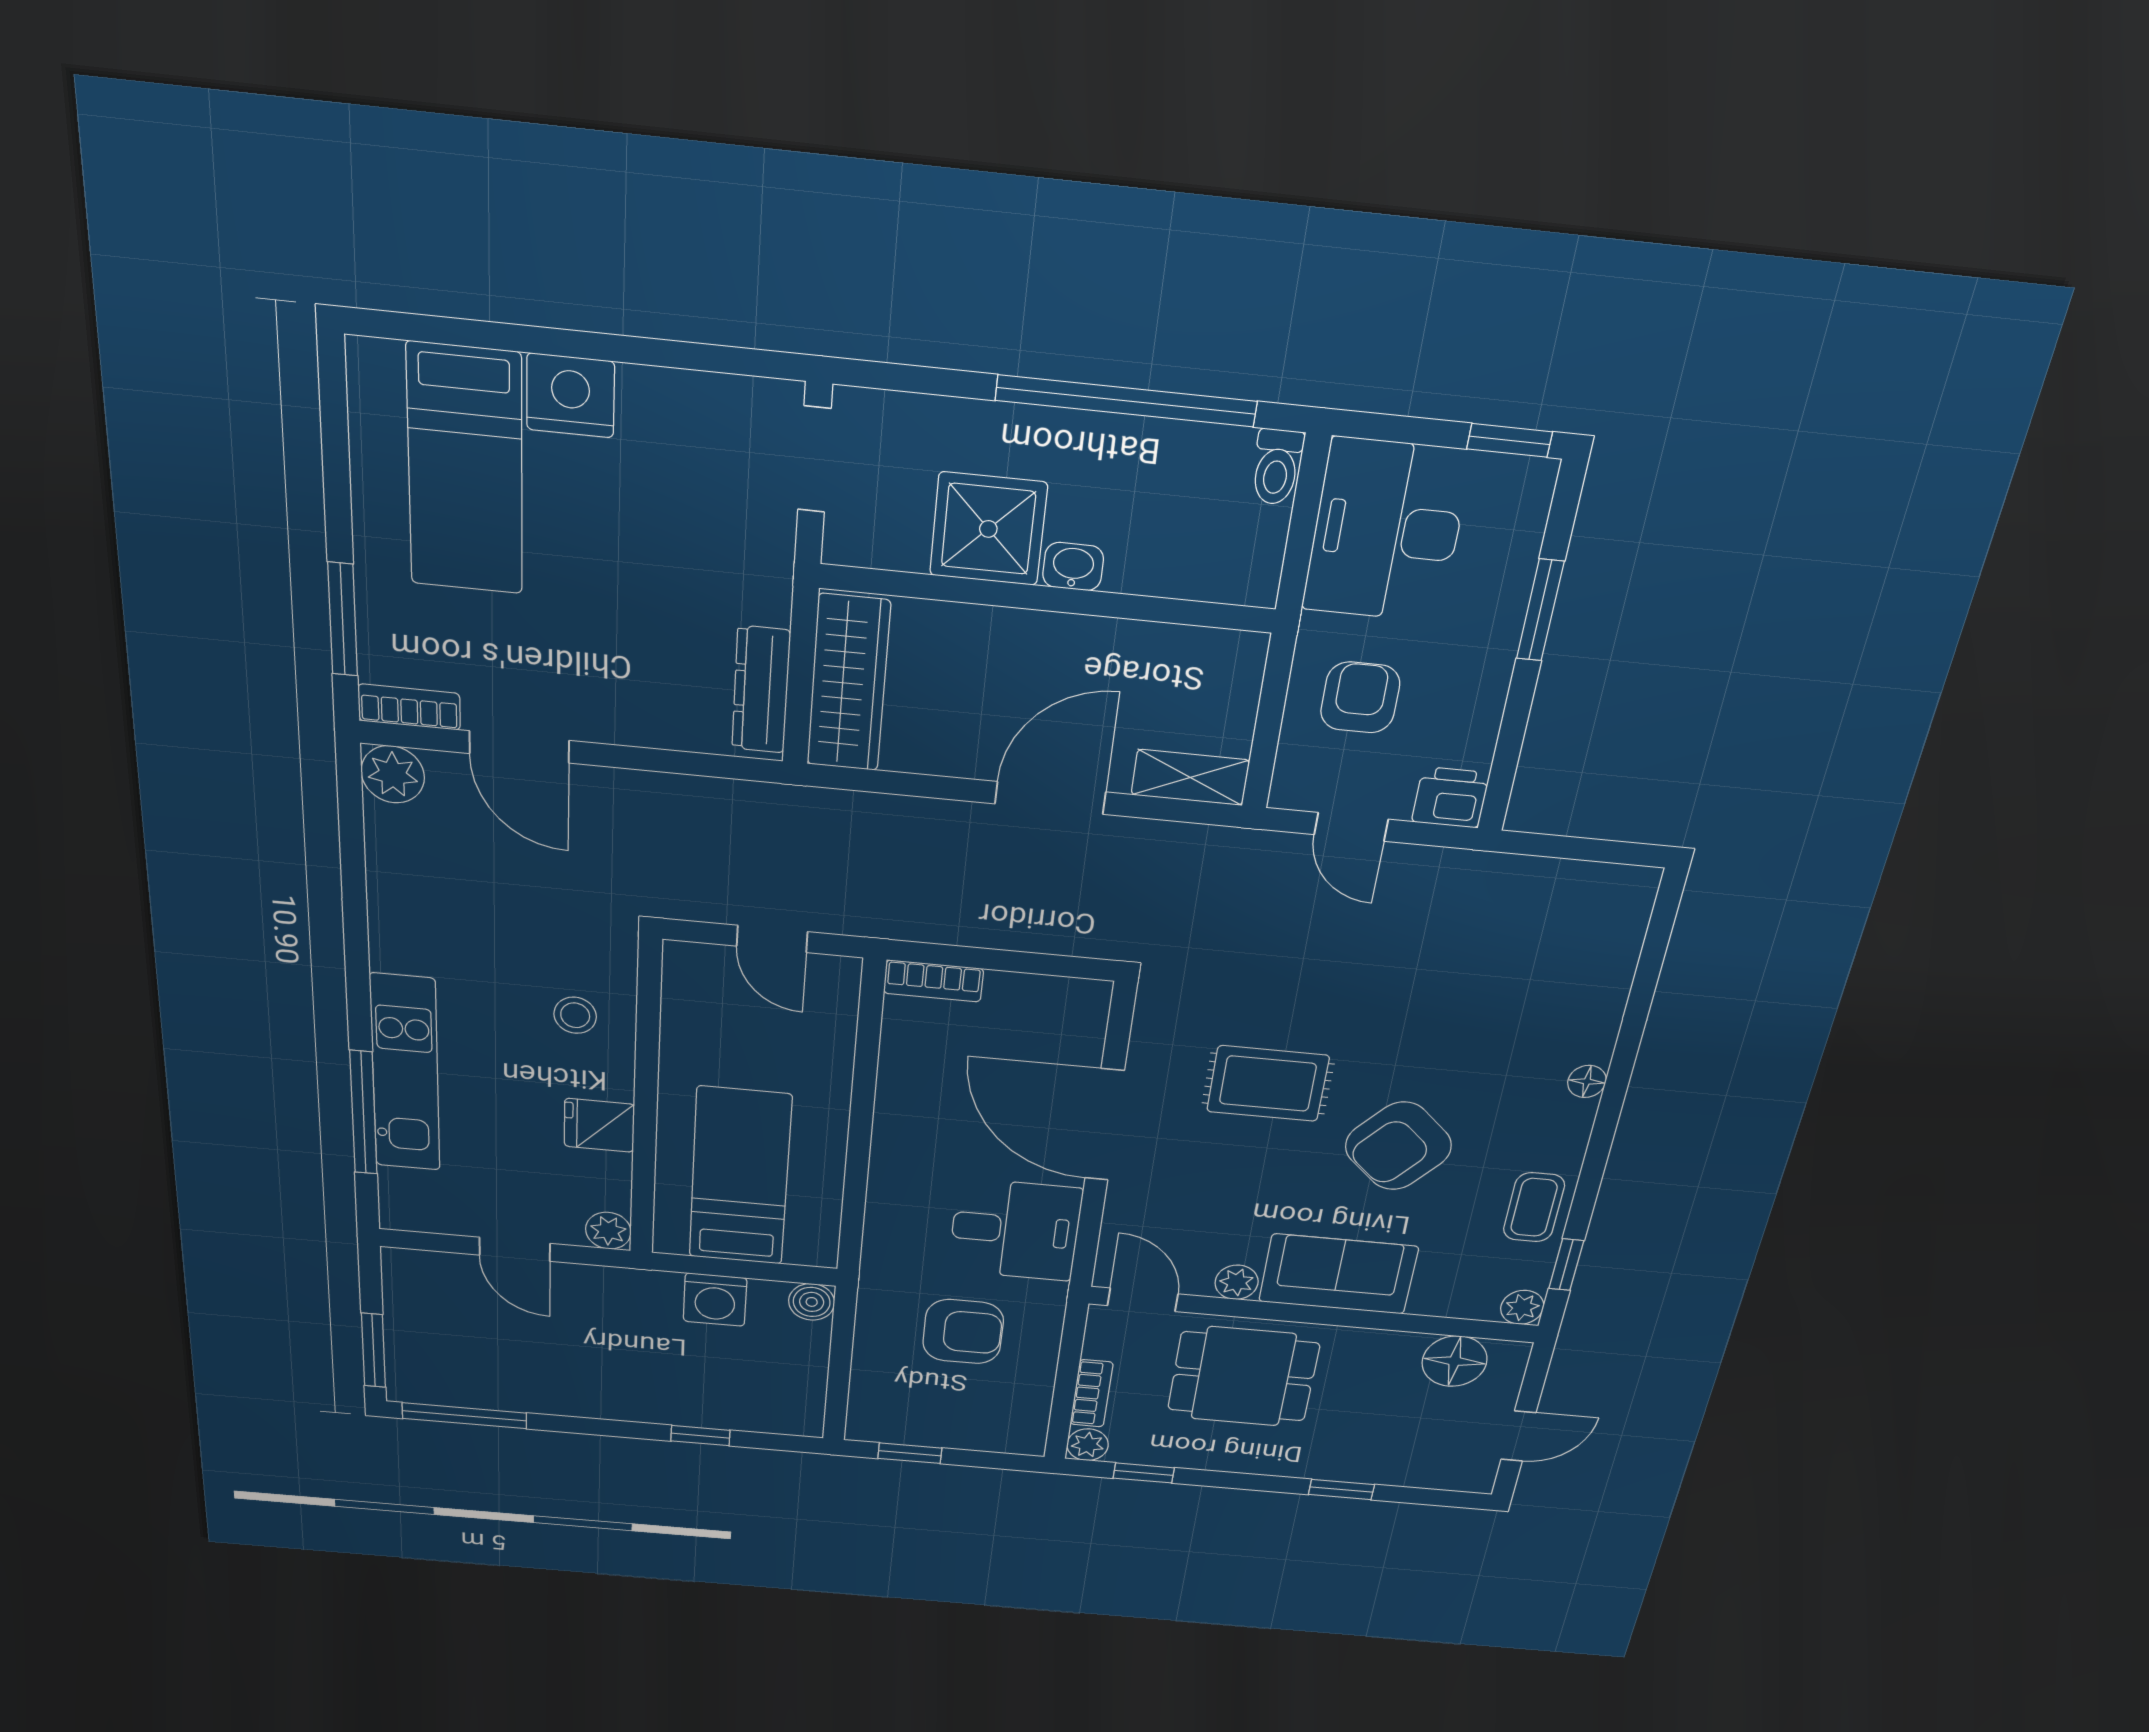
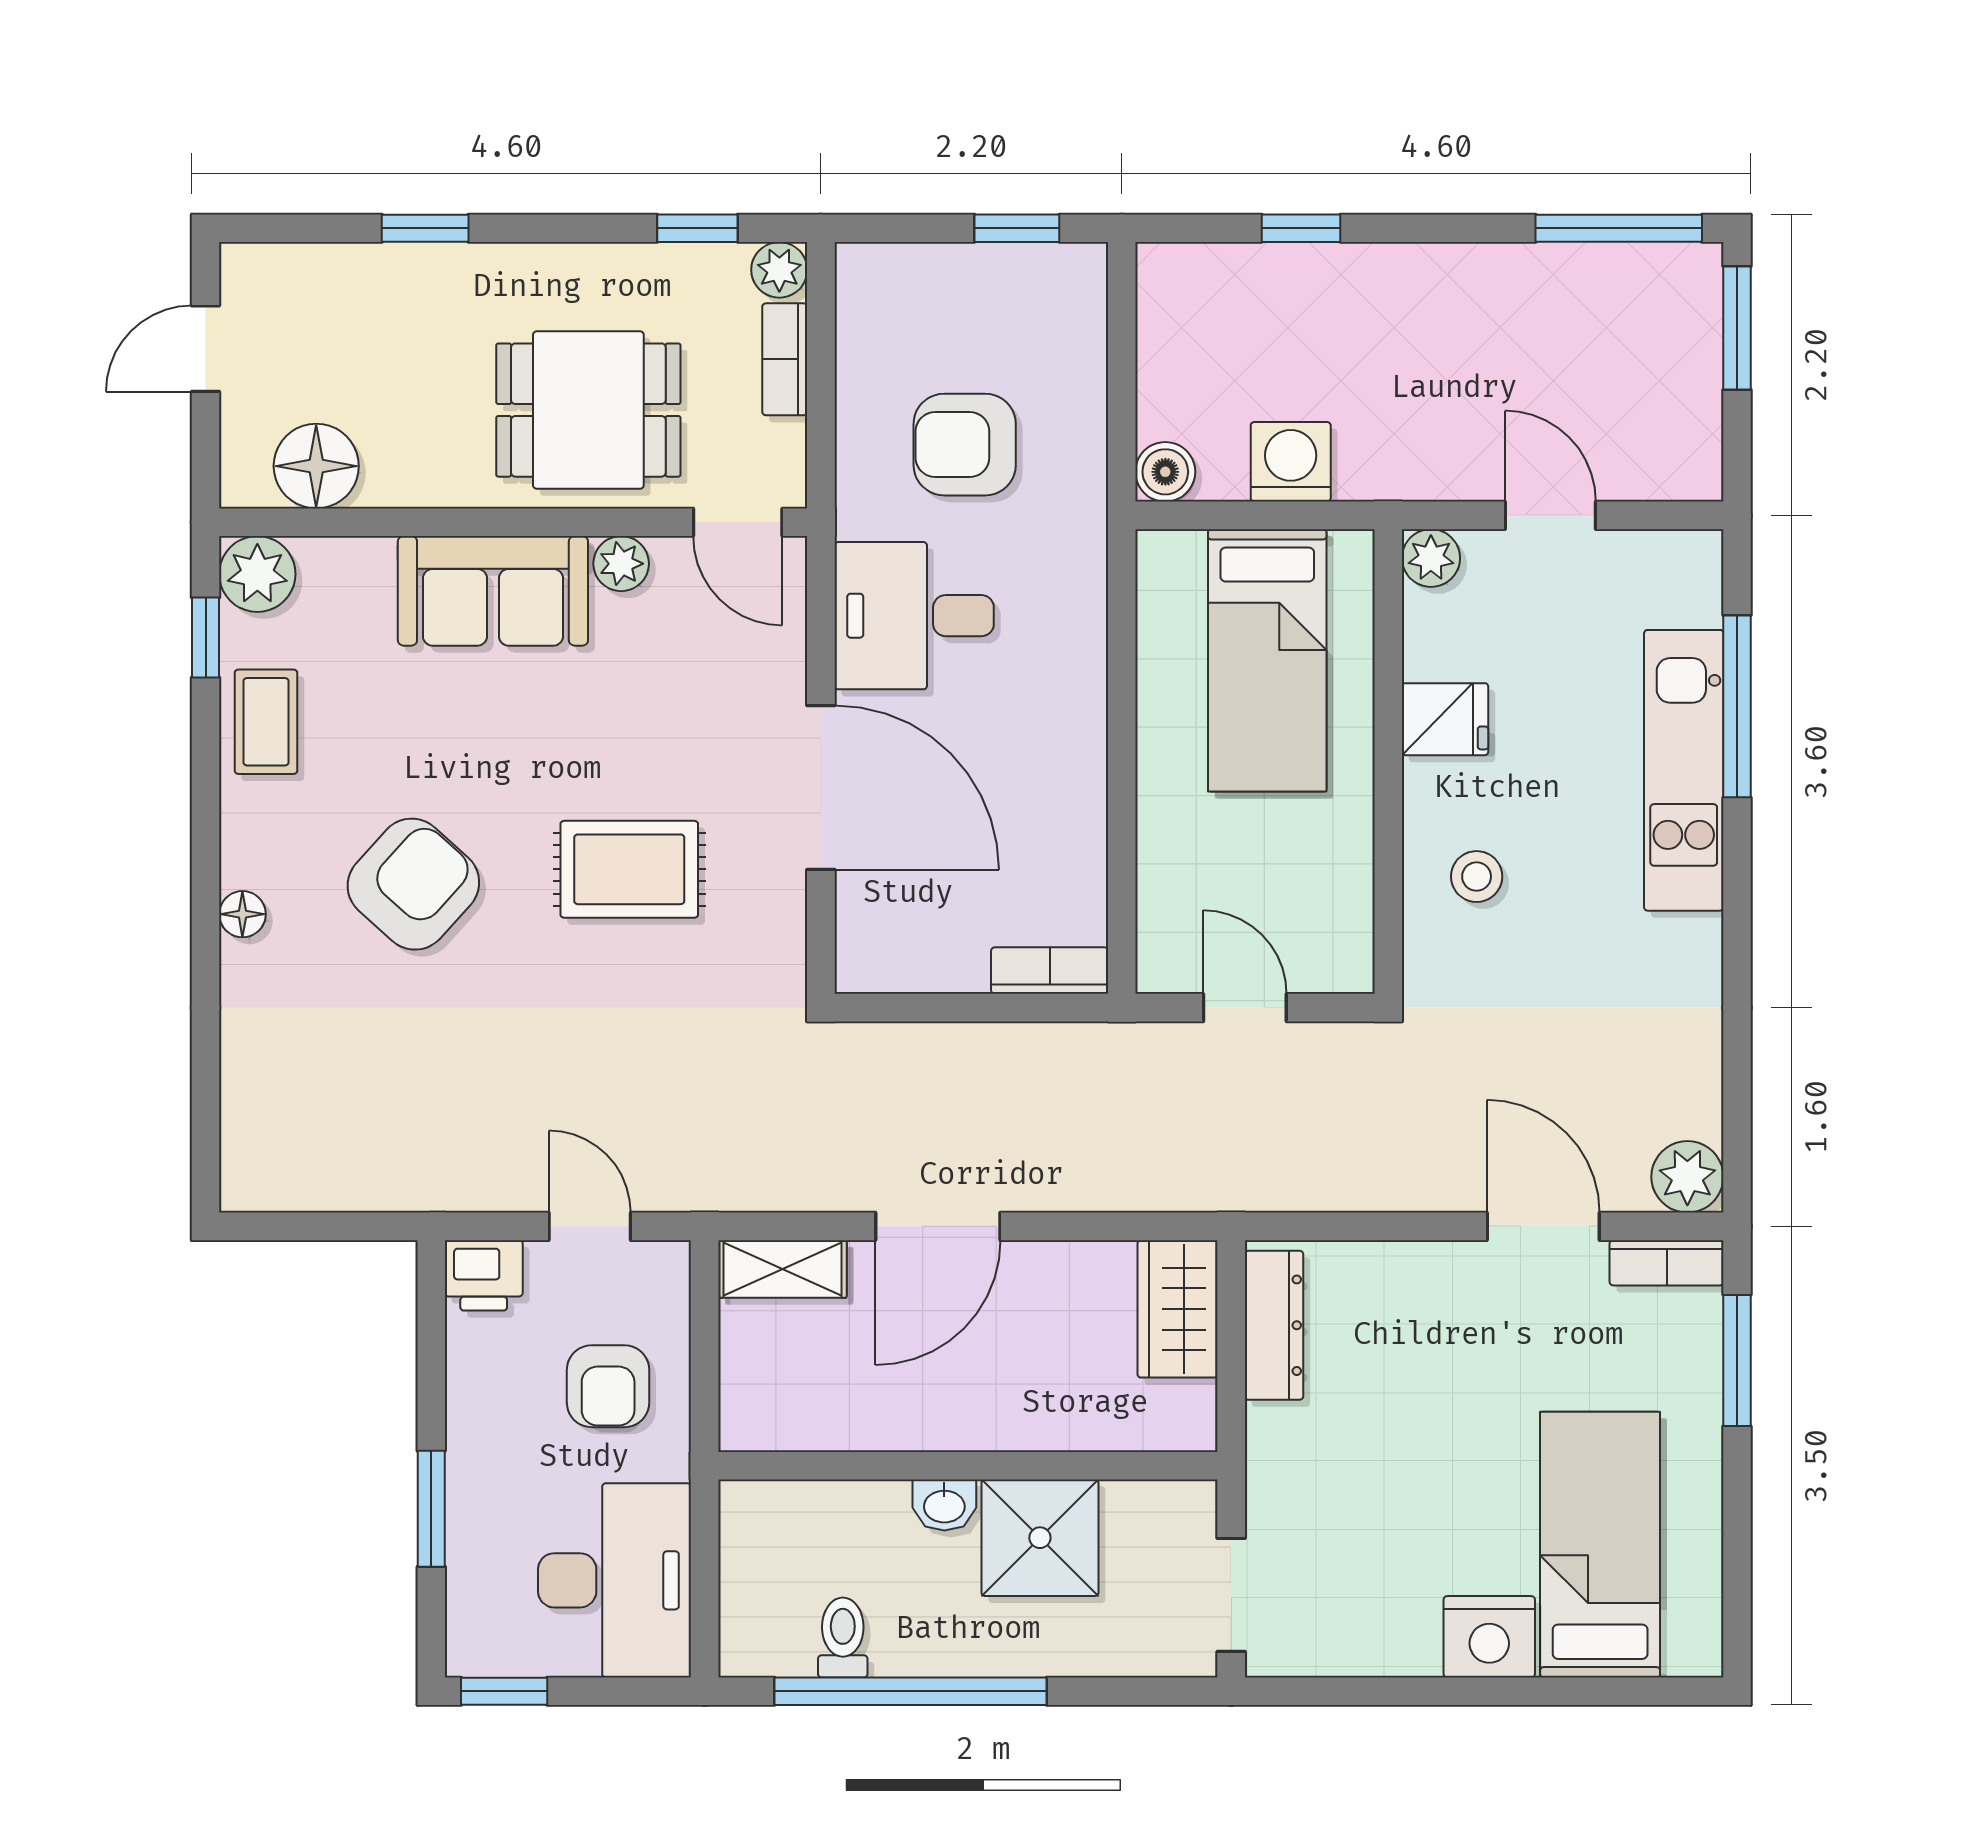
toilet: (1277, 467) -> (843, 1638), moved
wardrobe: (848, 683) -> (1177, 1309), width x0.67
armchair: (1398, 1146) -> (413, 884), moved
plant: (1522, 1307) -> (257, 574), width x1.38, depth x1.38

